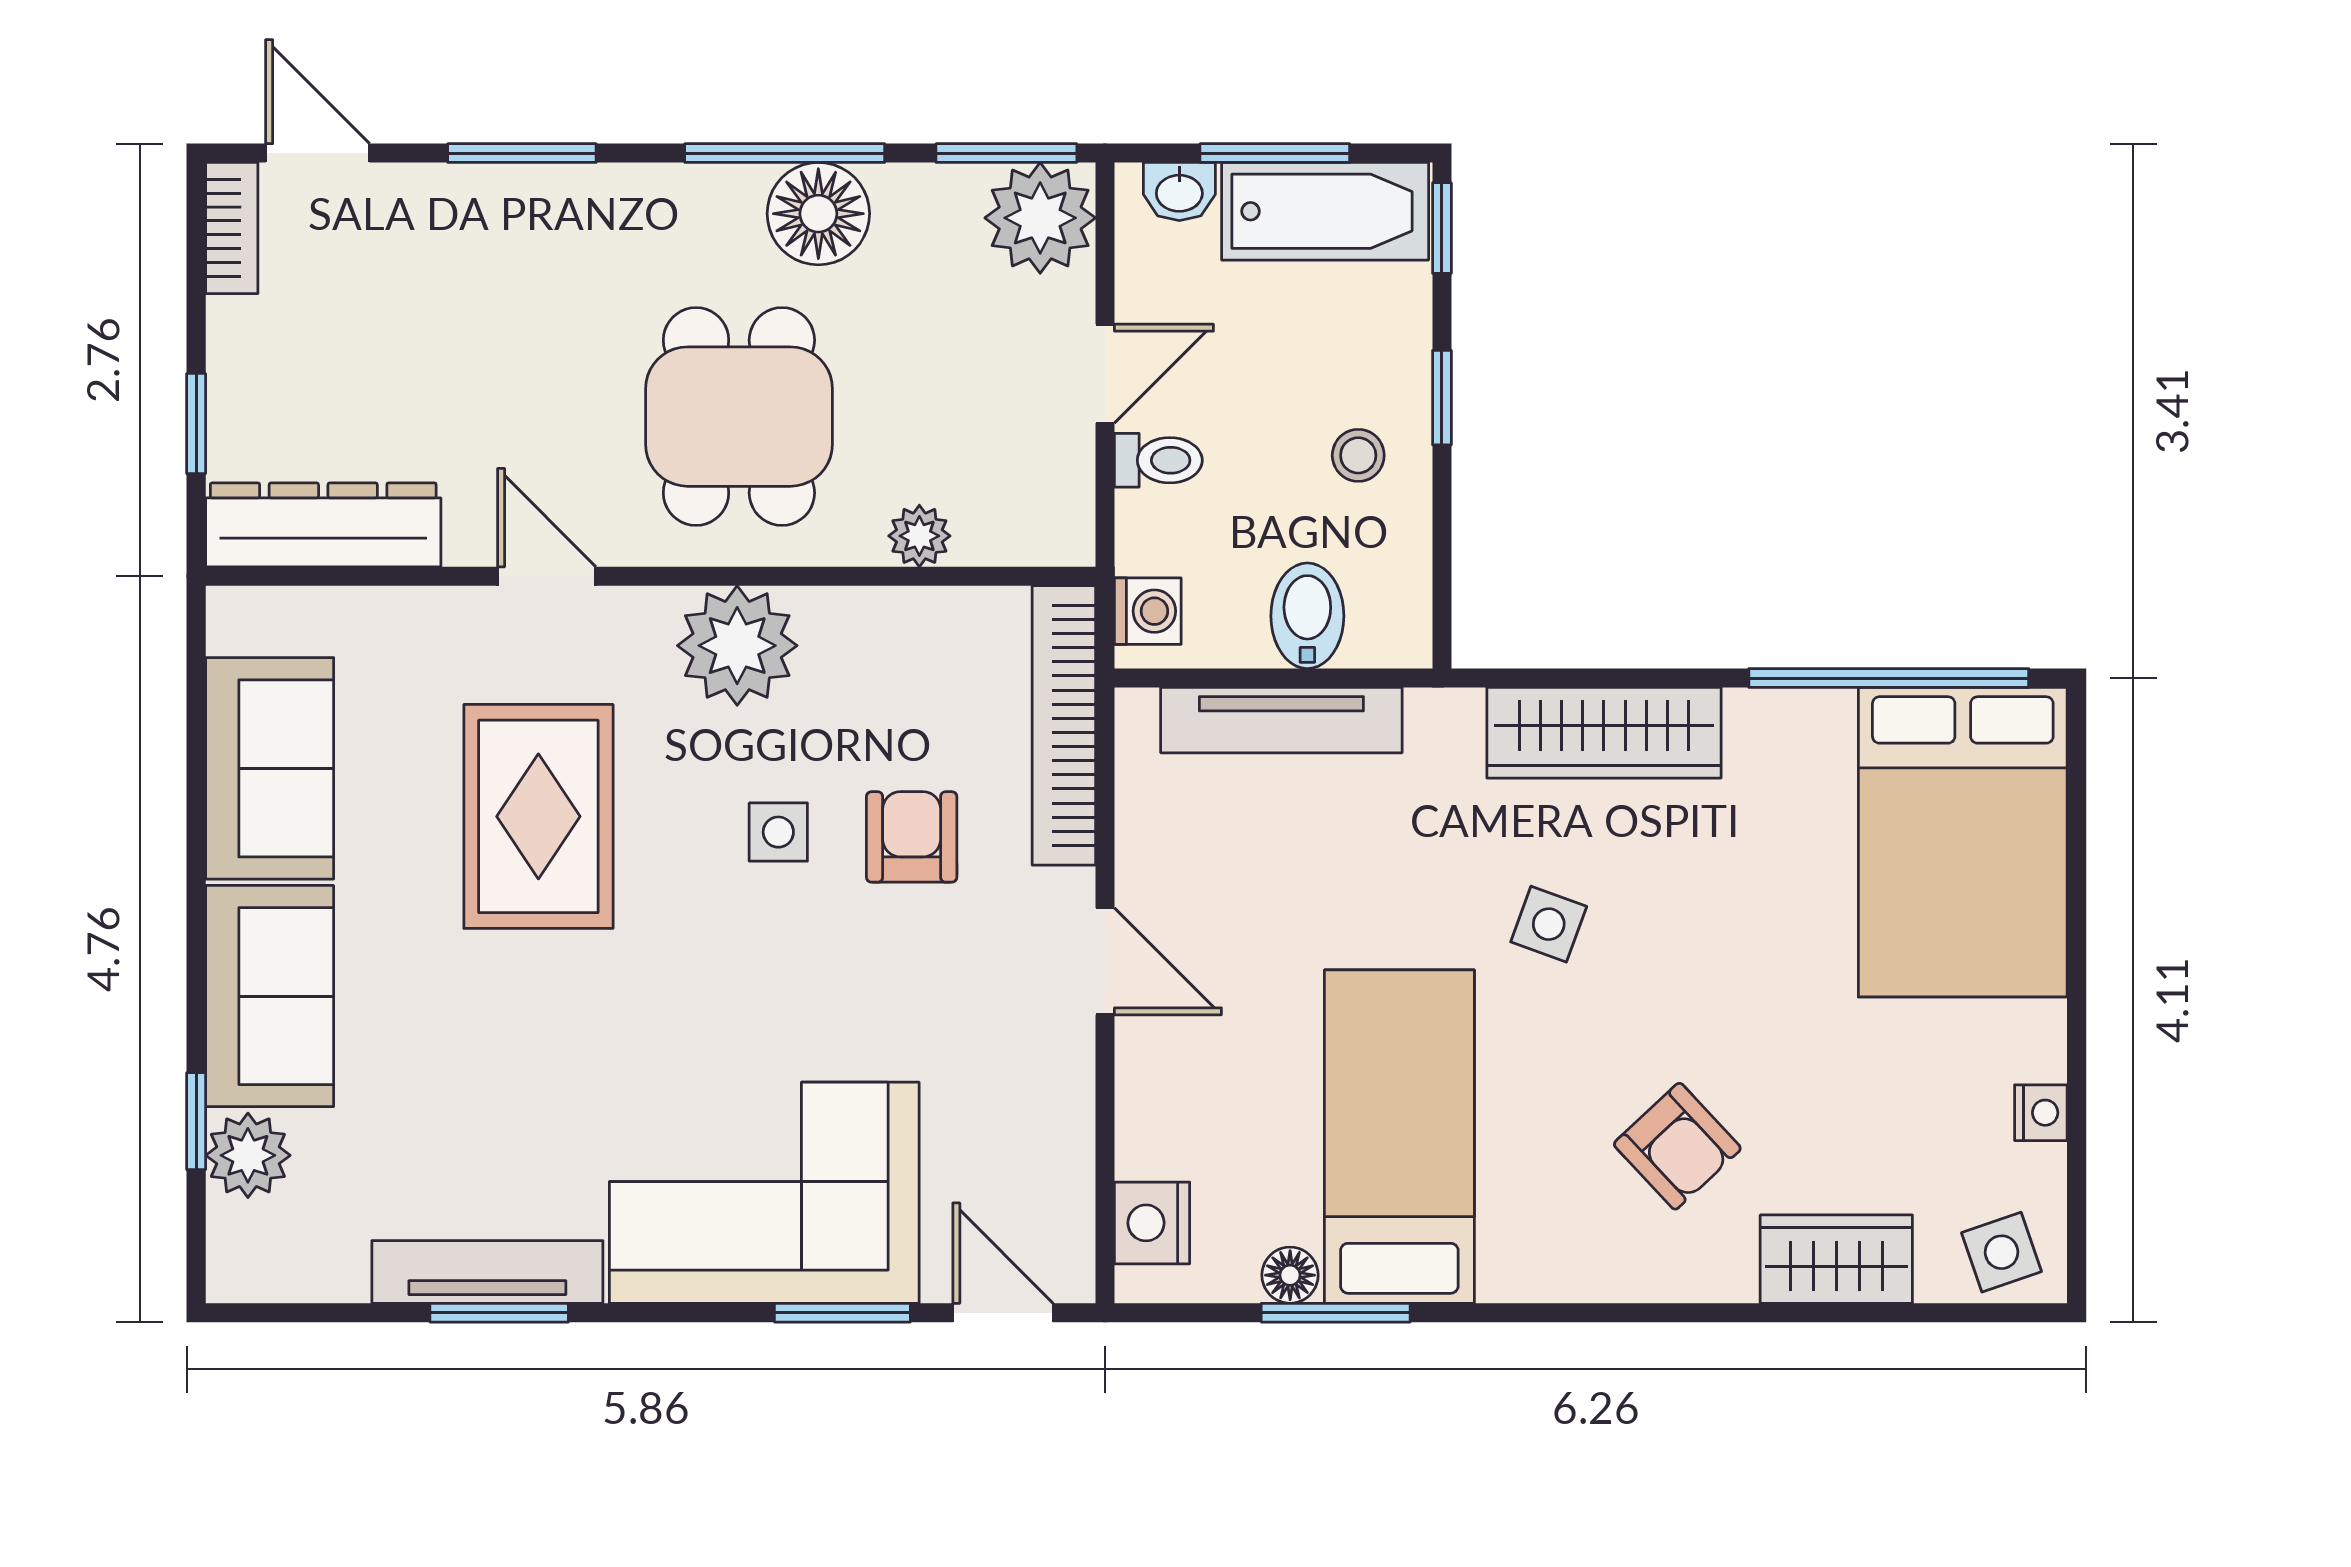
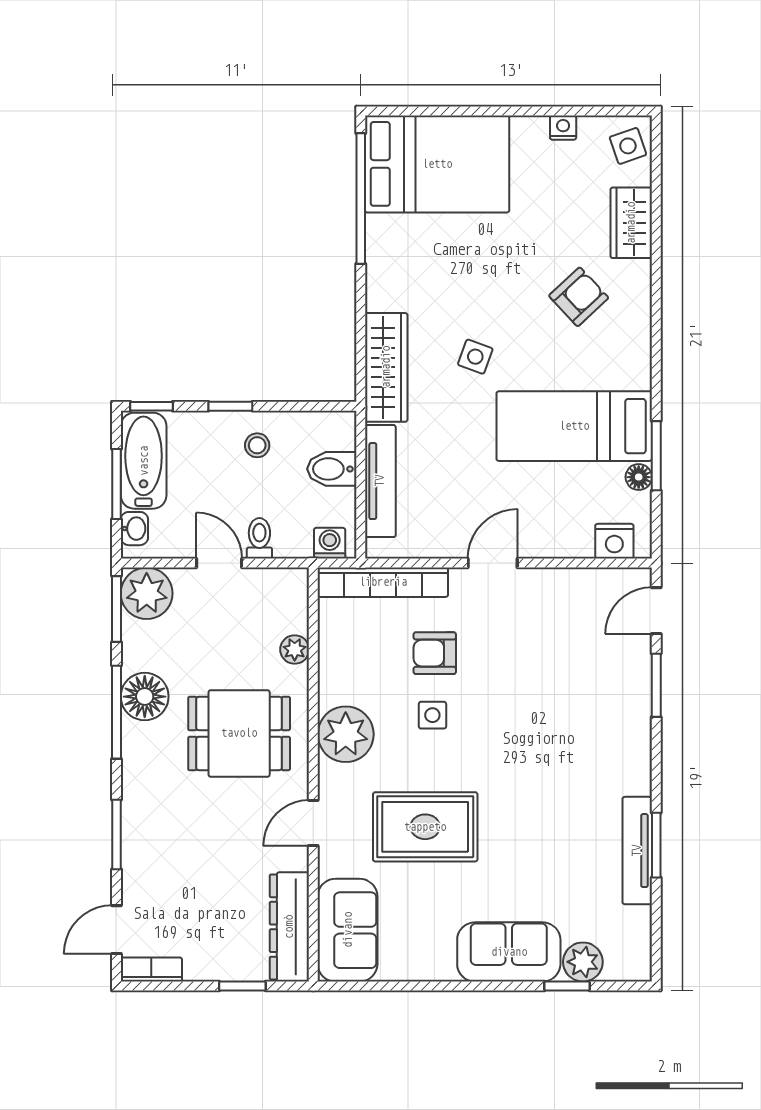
wardrobe: (1604, 733) -> (386, 367), moved
sofa: (270, 768) -> (348, 930), moved, turned 90
corner sofa: (764, 1193) -> (600, 722), removed

